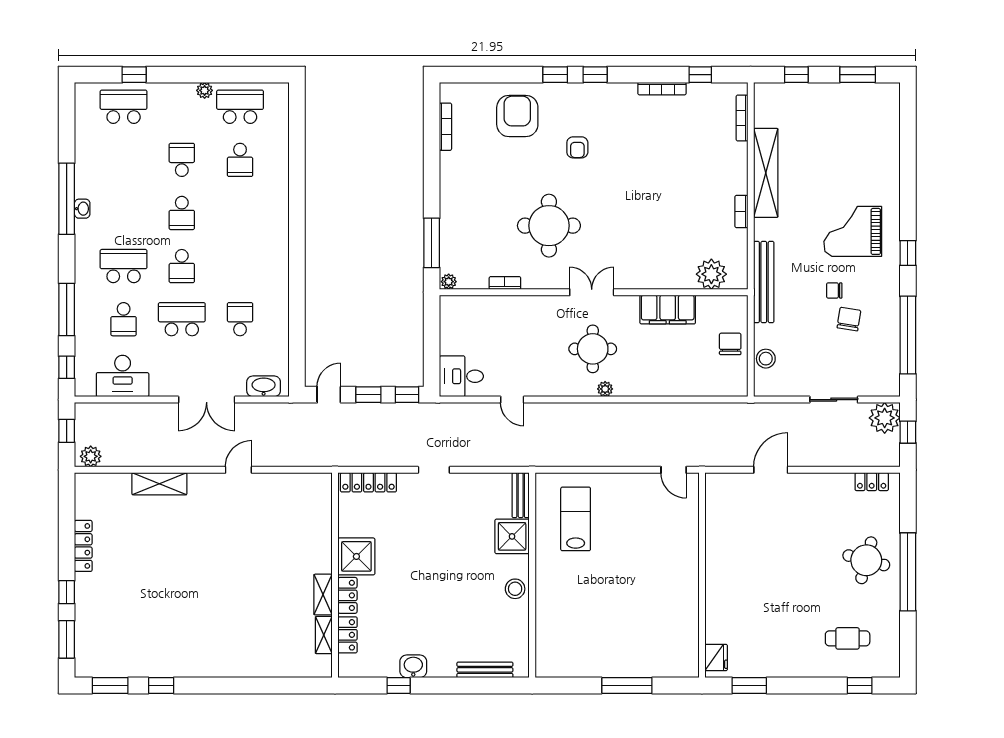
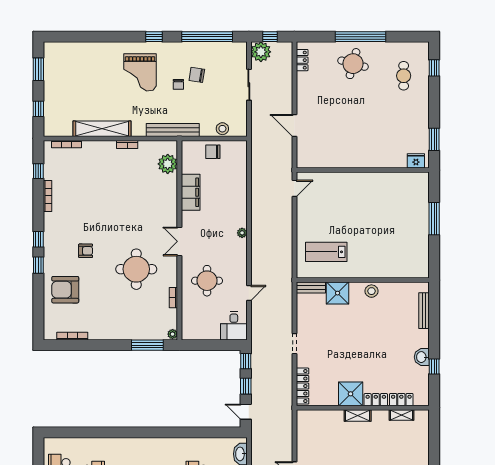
round table: (593, 349) -> (207, 281), moved
shelving: (323, 595) -> (358, 416), moved

